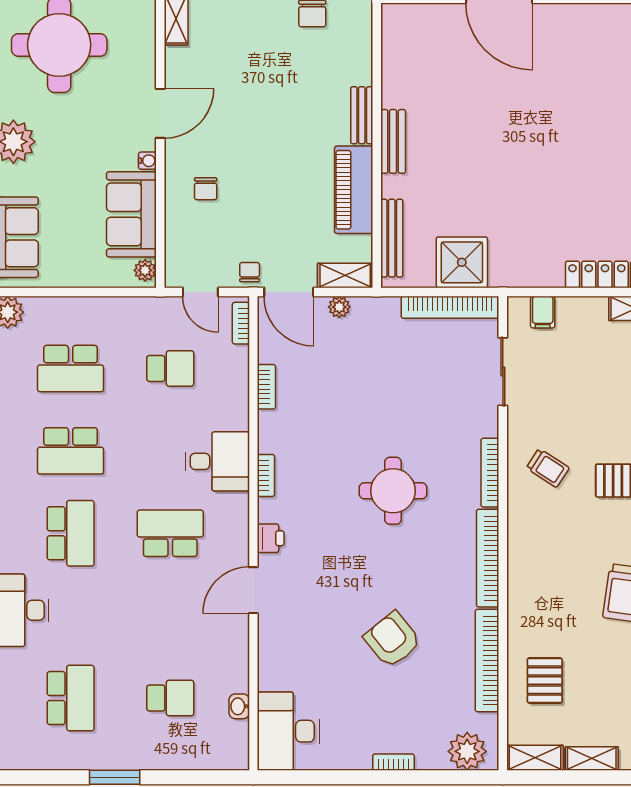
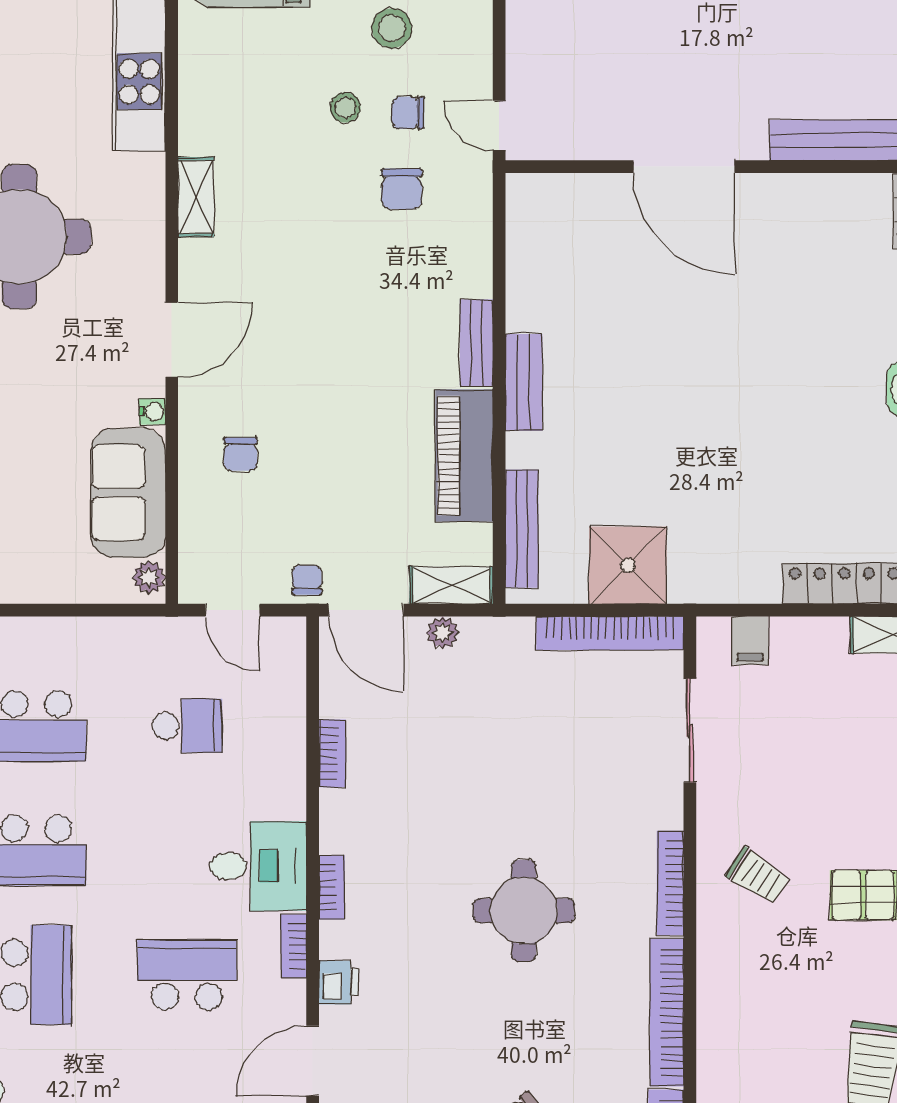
bookcase: (241, 323) -> (294, 946), moved

